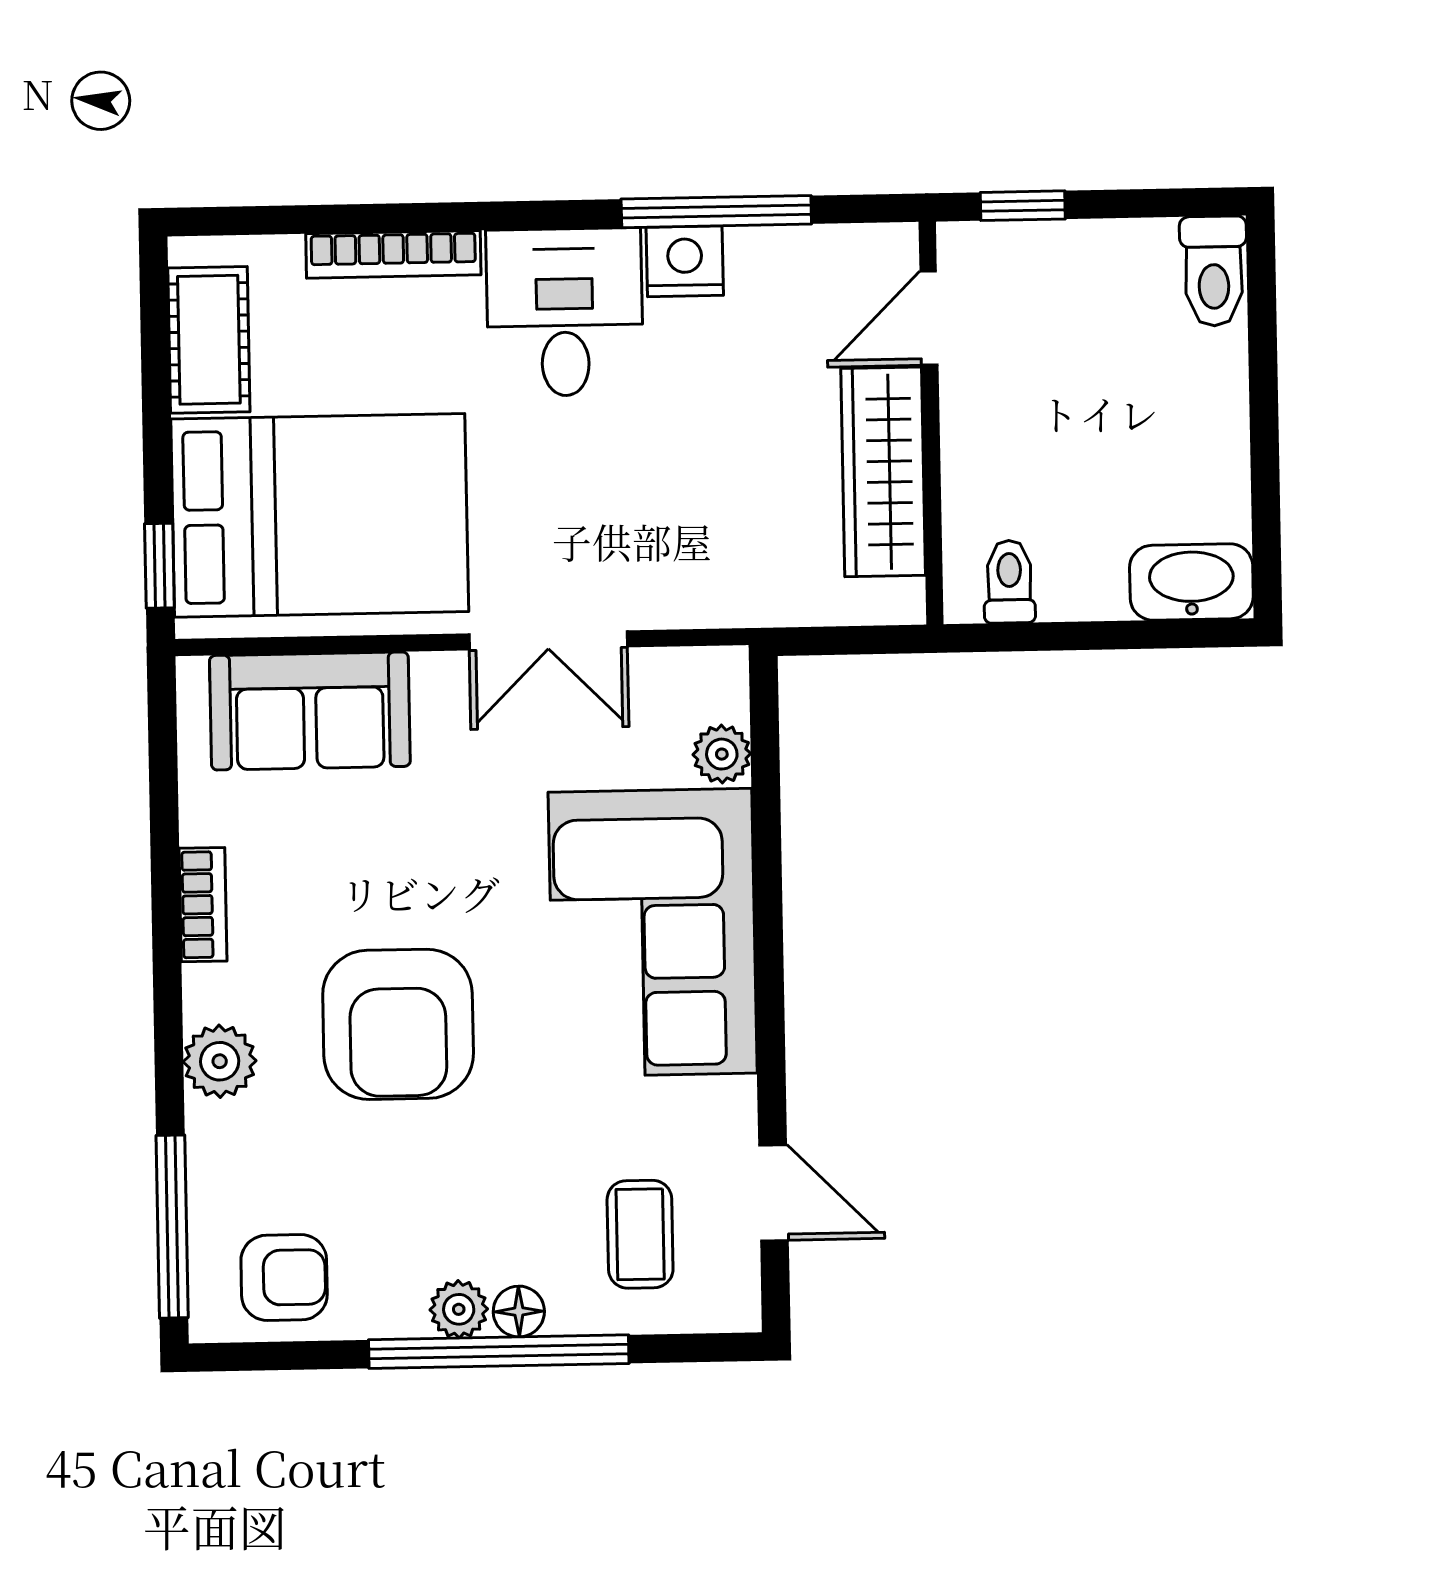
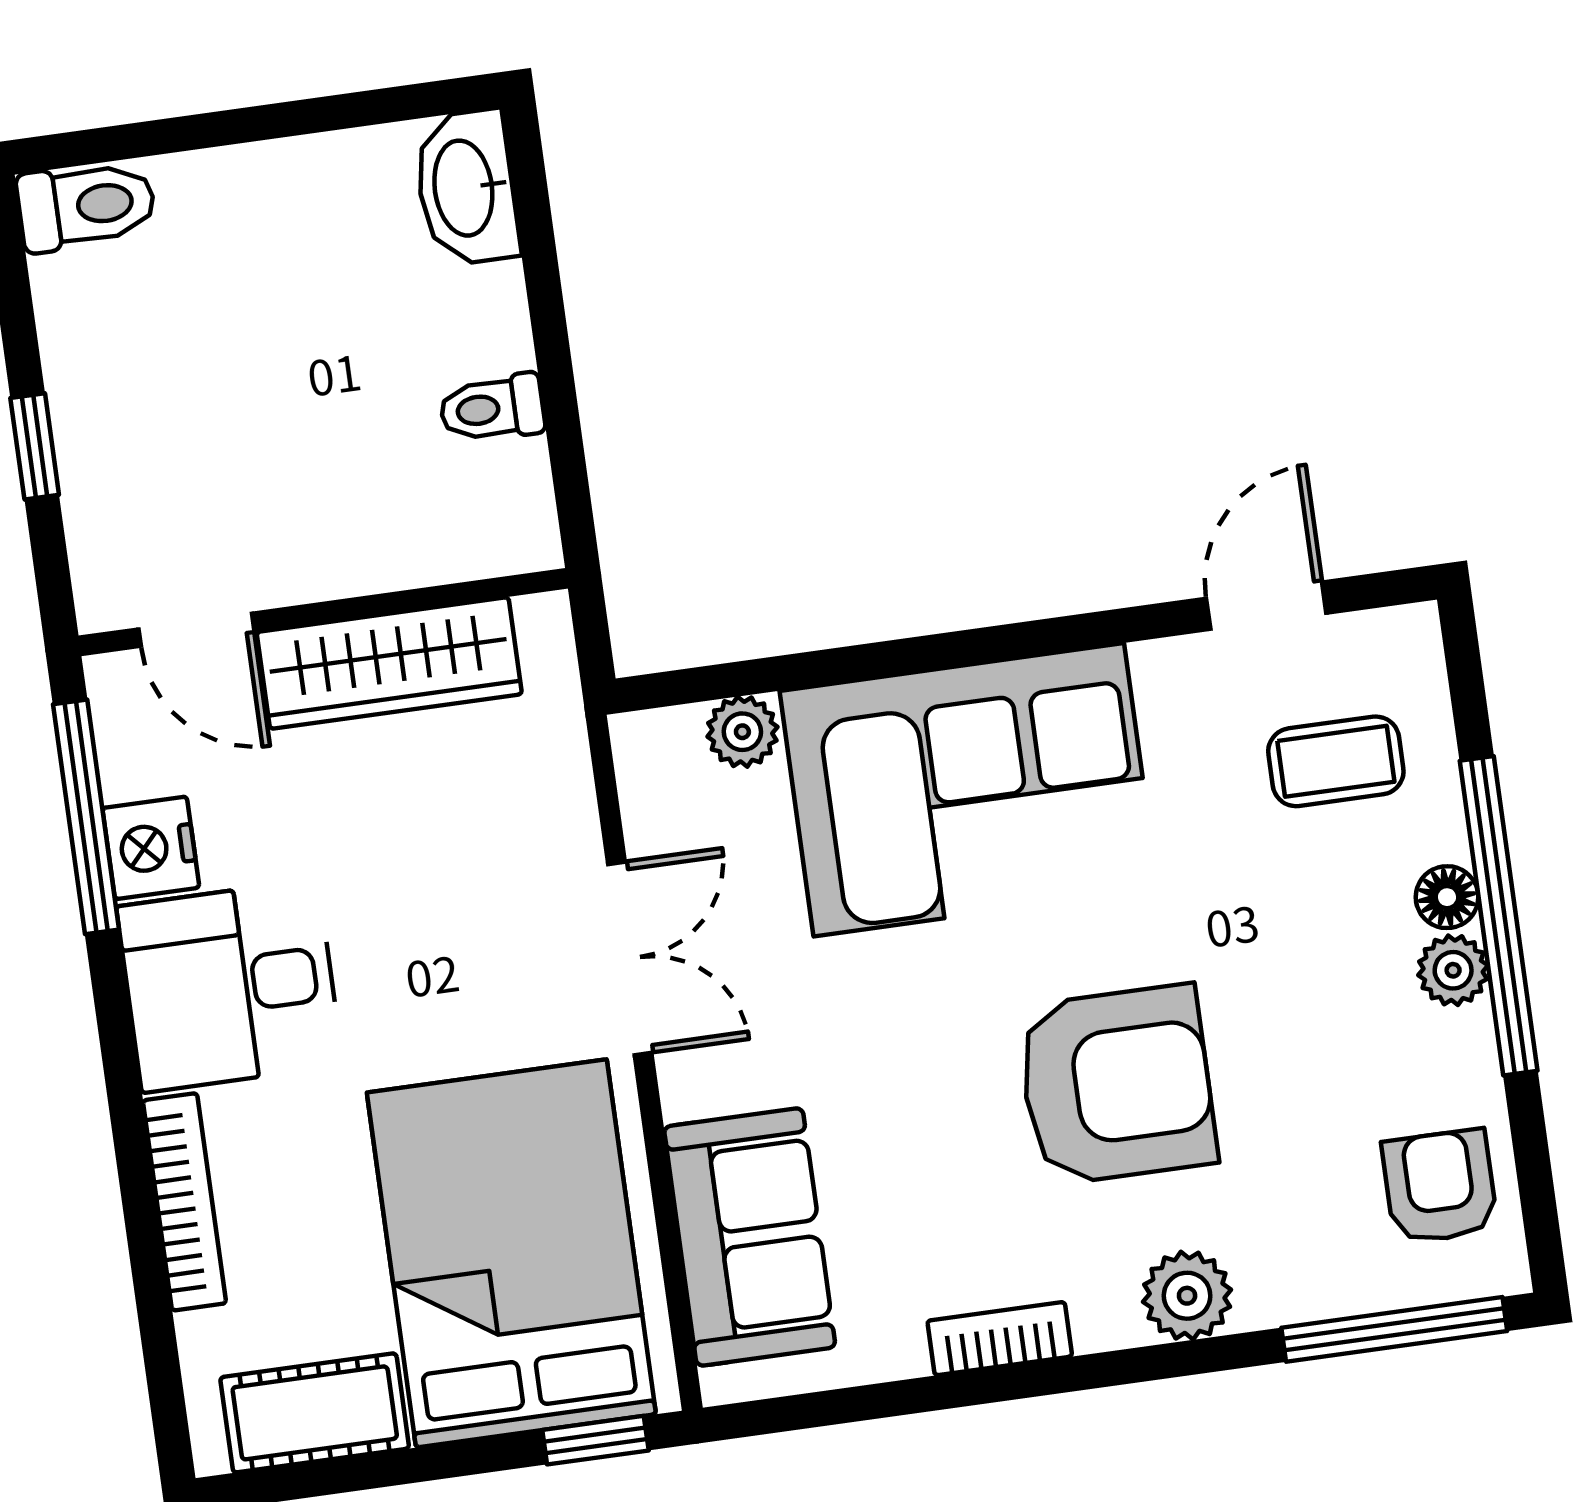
door: (929, 318) -> (196, 630), moved
wall: (931, 423) -> (323, 612), moved
wardrobe: (883, 472) -> (389, 663), moved

